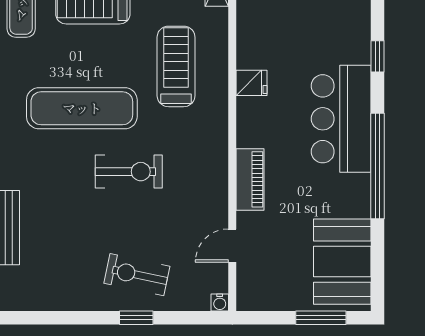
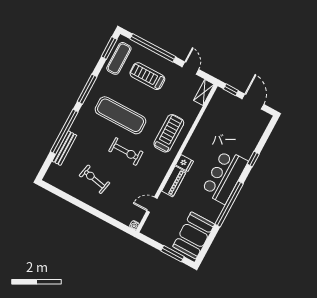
treadmill: (176, 66) -> (169, 133), moved
fridge: (252, 83) -> (185, 163), moved
exercise bike: (137, 275) -> (94, 179), moved
window: (136, 318) -> (97, 213), removed

